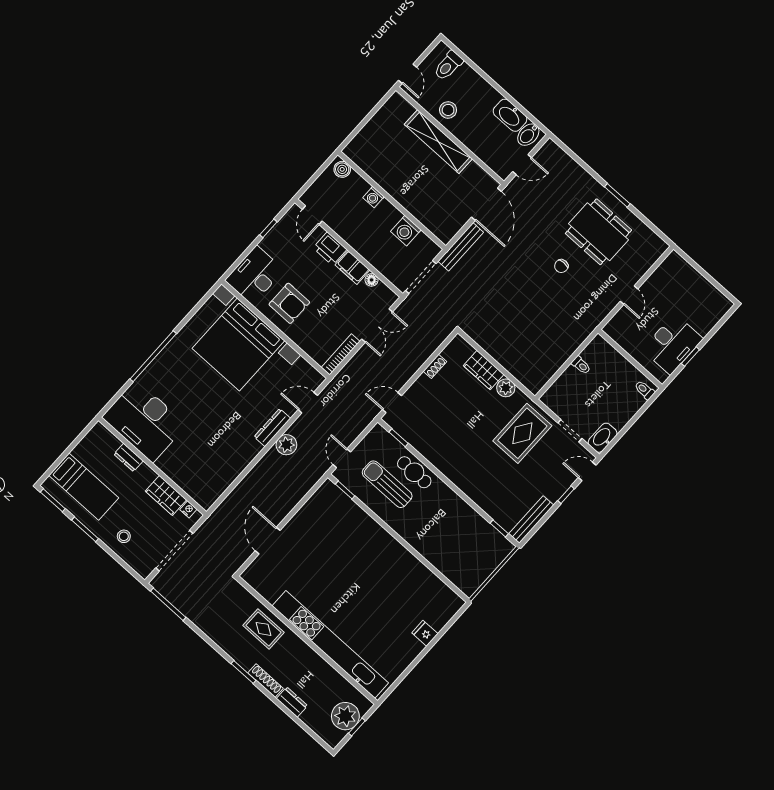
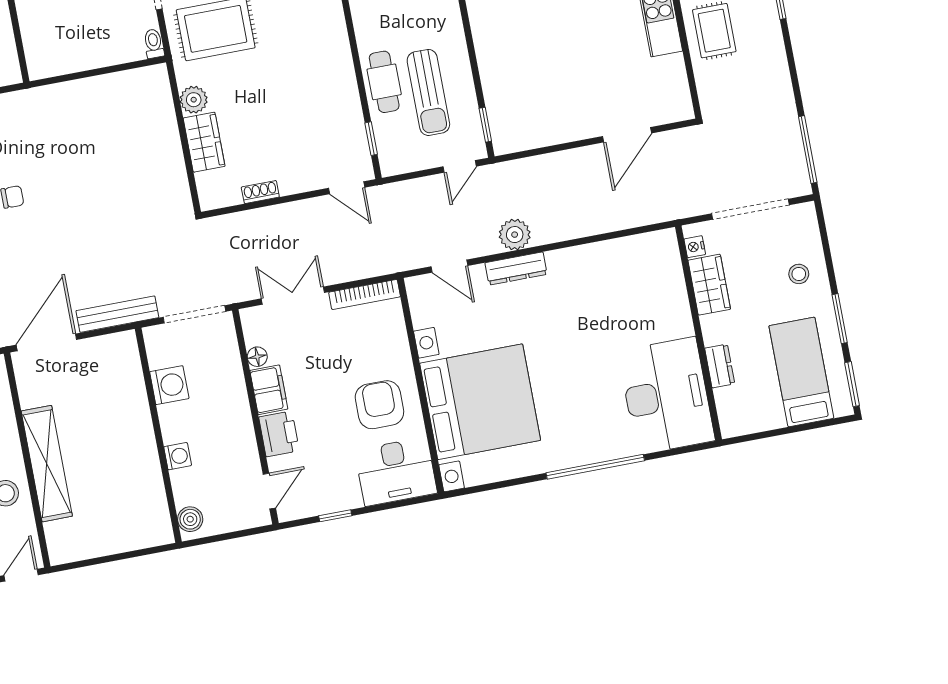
toilet: (581, 365) -> (154, 44), moved

